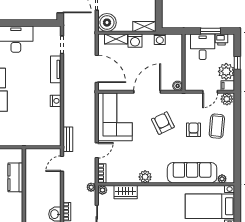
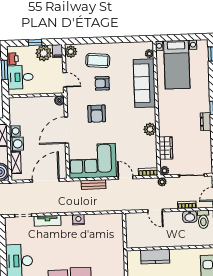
washing machine: (160, 39) -> (15, 131), moved
door: (147, 92) -> (66, 130), hinge flipped
door: (210, 92) -> (65, 80), moved
armchair: (163, 123) -> (97, 114), turned -64
bench: (68, 139) -> (94, 185), moved
door: (62, 164) -> (155, 211), moved

